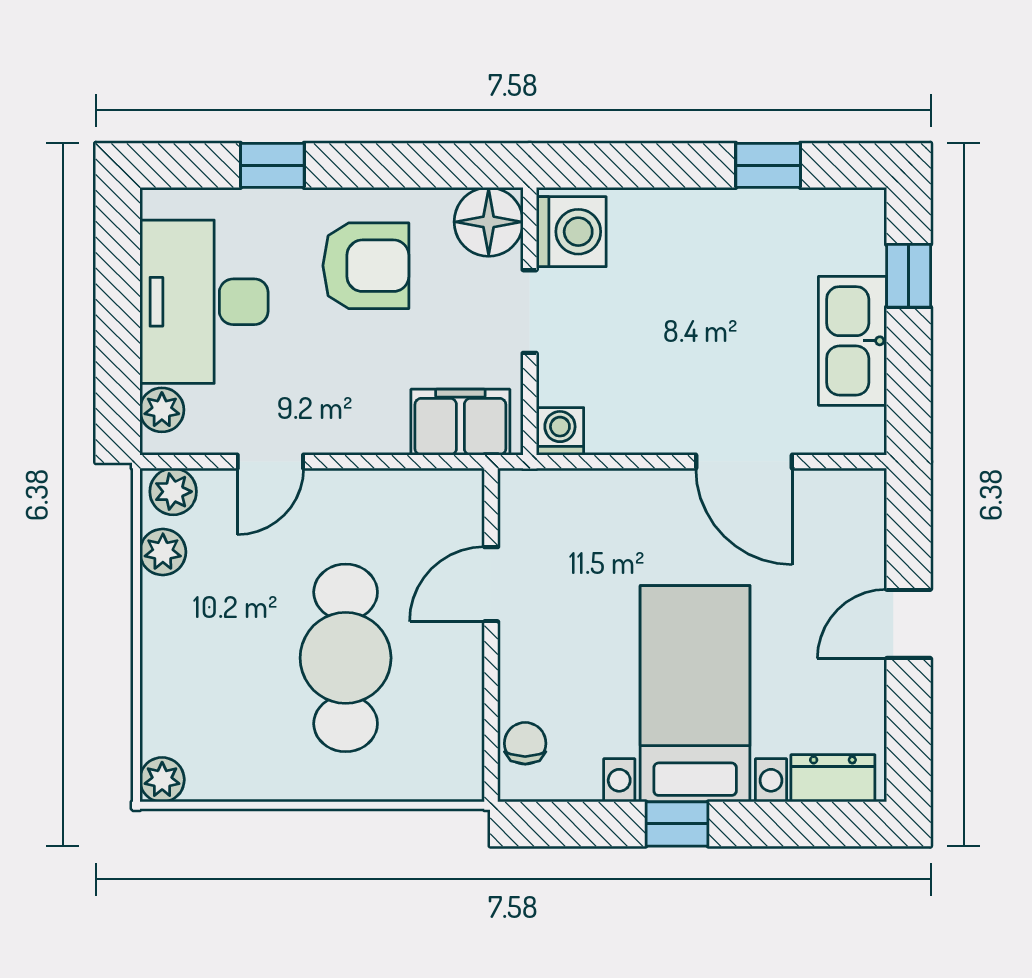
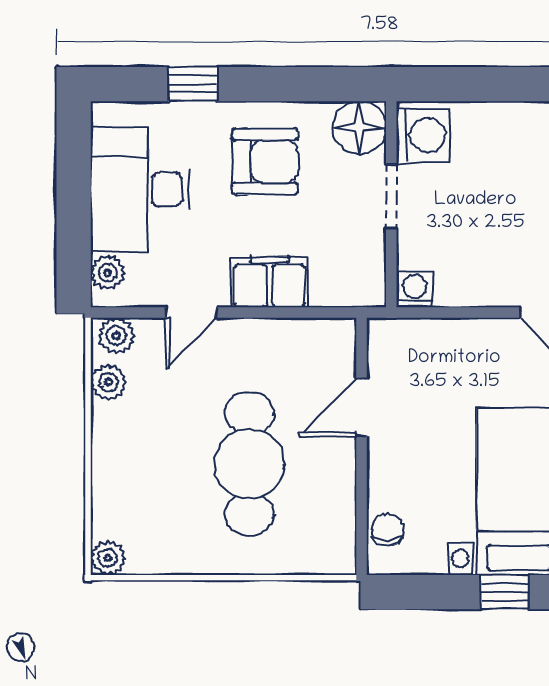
filing cabinet: (460, 422) -> (270, 282), moved

